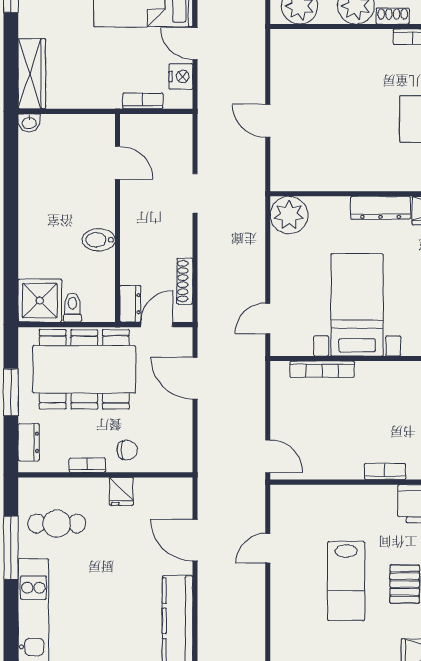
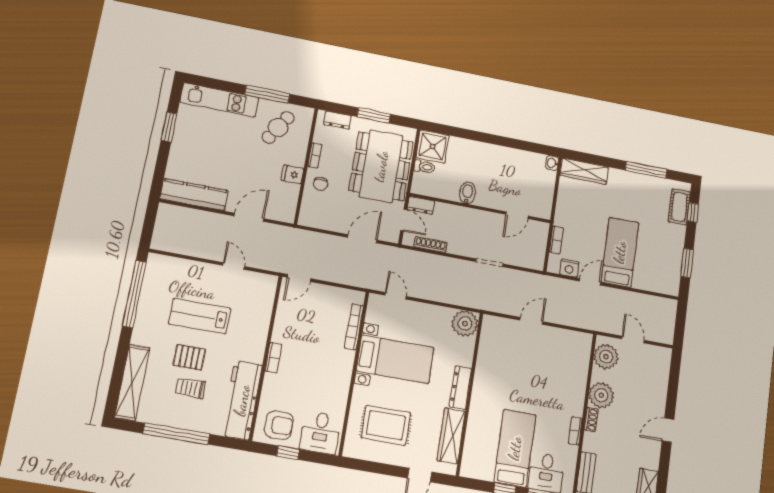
cafe table: (57, 524) -> (278, 127), turned 31

